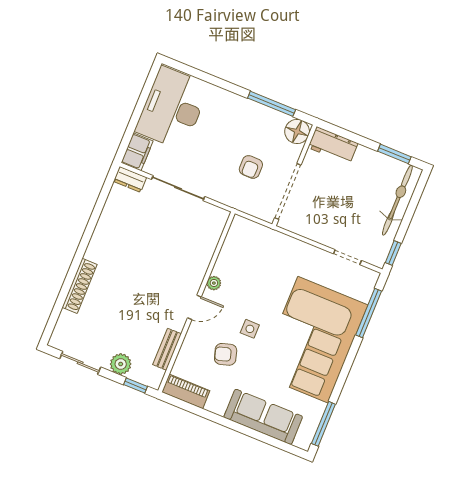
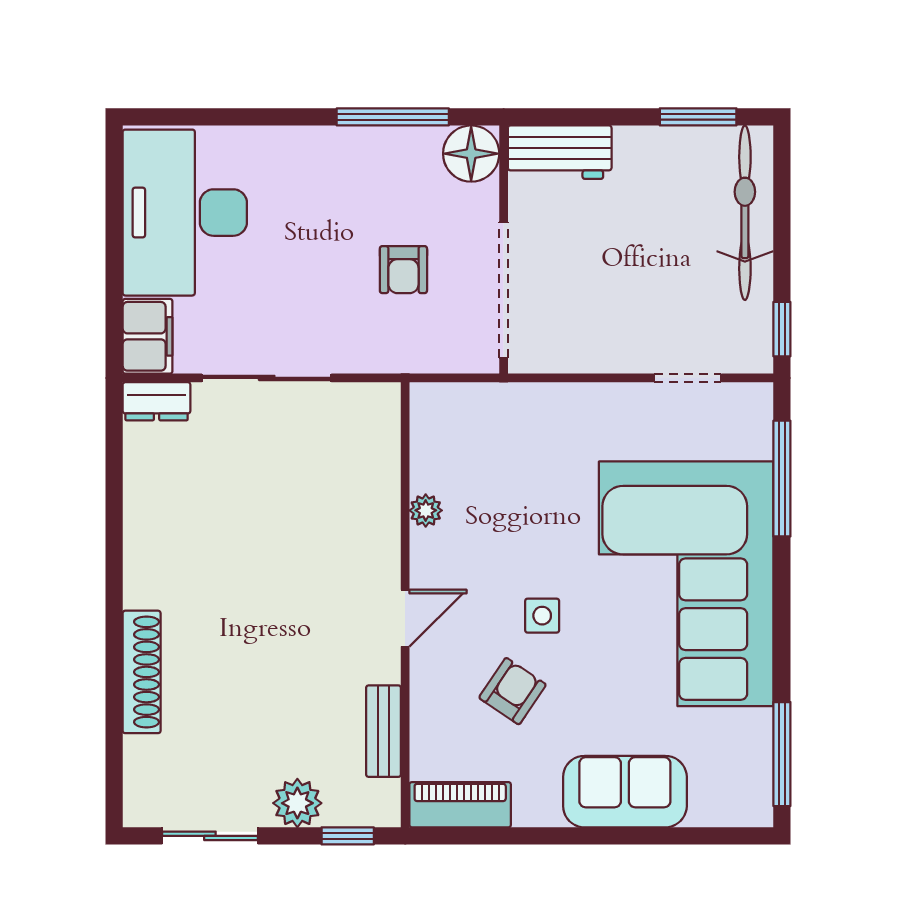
plant: (214, 283) -> (426, 510), moved
armchair: (226, 354) -> (513, 691), turned 141
sofa: (263, 417) -> (625, 792), width x0.73

